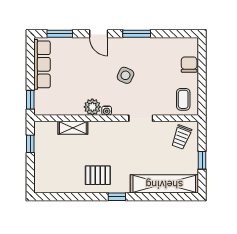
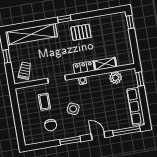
window: (60, 34) -> (126, 131), width x1.44
chair: (189, 65) -> (51, 125), moved
coffee table: (183, 99) -> (44, 102), moved
plant: (92, 107) -> (116, 78), moved
locker: (102, 128) -> (84, 67), added
window: (30, 144) -> (130, 22), moved

